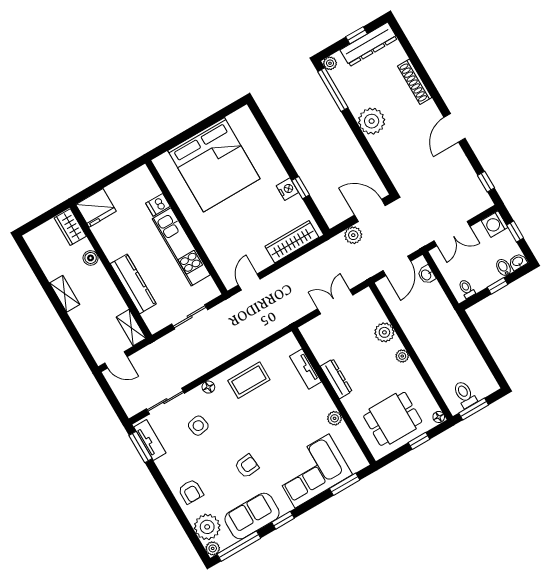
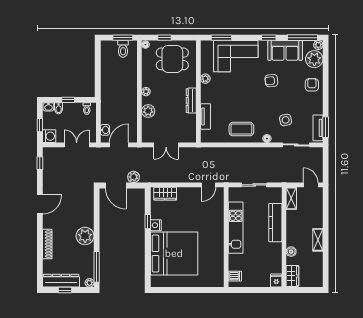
bed: (214, 165) -> (174, 253), moved, turned 90
dishwasher: (158, 205) -> (235, 276), moved
fridge: (96, 208) -> (276, 281), width x0.53, depth x0.75
wardrobe: (292, 242) -> (165, 194), width x0.67

